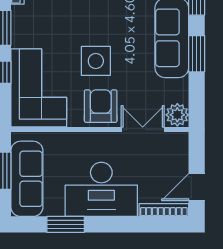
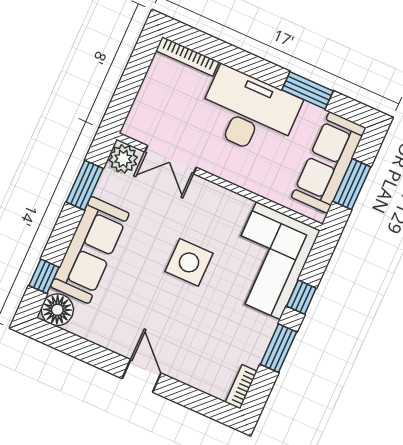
window: (197, 54) -> (85, 185), moved
armchair: (101, 106) -> (207, 208), removed
door: (197, 187) -> (138, 66), removed

